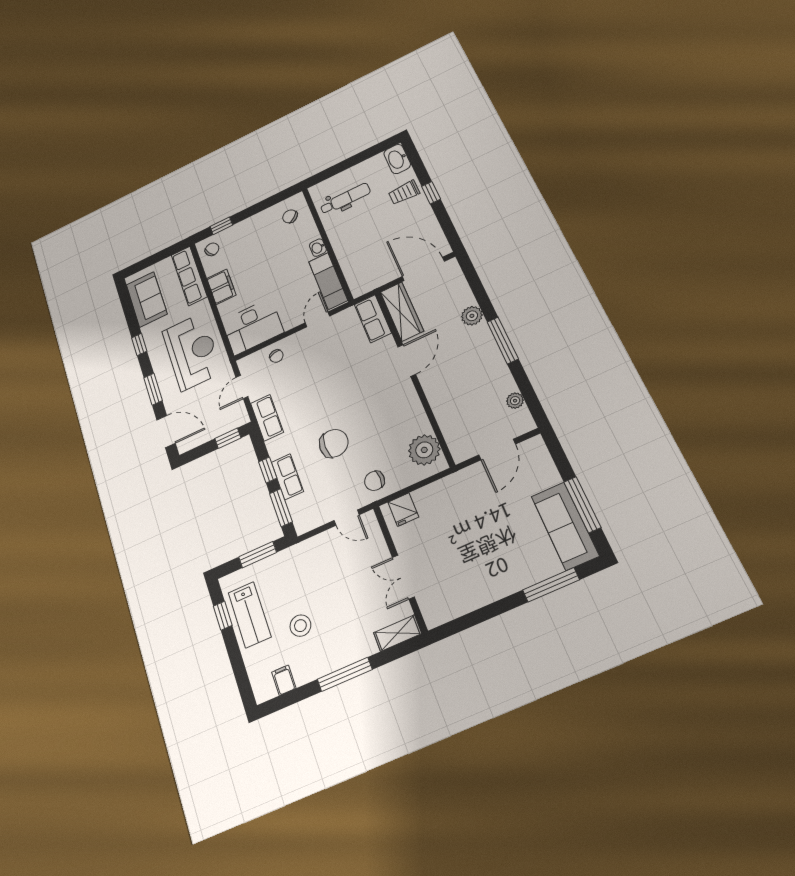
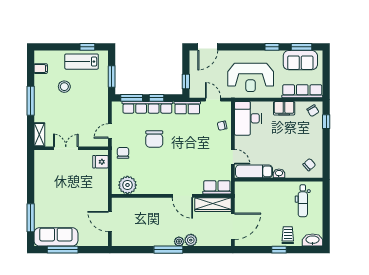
window: (153, 389) -> (301, 47), moved
plant: (515, 401) -> (179, 241), moved
row of seats: (287, 477) -> (147, 107), width x2.02

